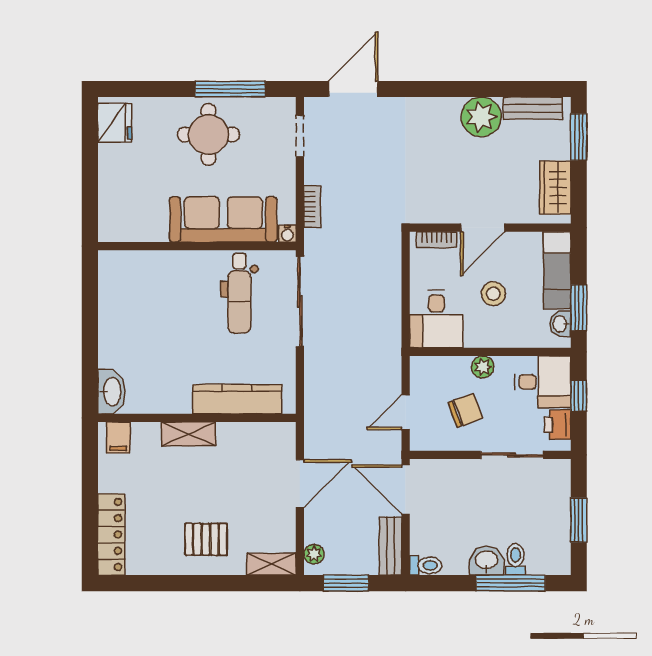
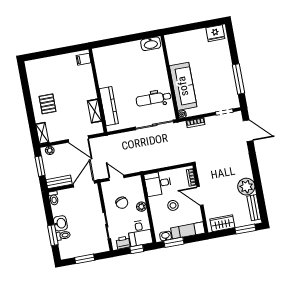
round table: (208, 135) -> (218, 73), removed
washbasin: (111, 392) -> (151, 44), moved
shelving: (188, 434) -> (95, 111), moved
locker: (111, 535) -> (42, 64), removed
window: (511, 583) -> (53, 235), width x0.69

